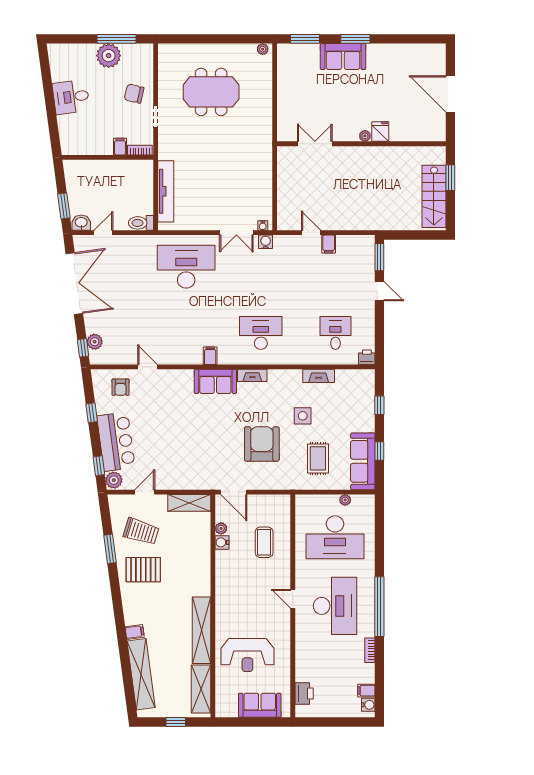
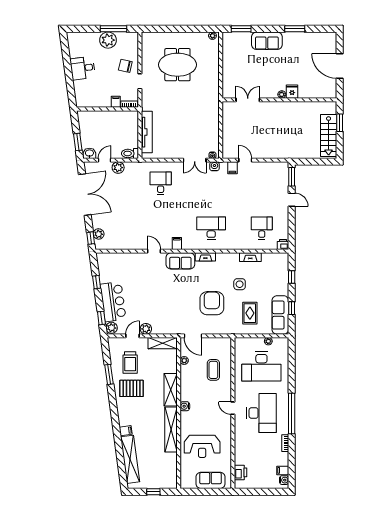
window: (355, 39) -> (295, 29), moved
plant: (123, 244) -> (118, 168), added
filing cabinet: (329, 244) -> (232, 168), moved
desk: (186, 267) -> (161, 183), width x0.53, depth x0.77
door: (148, 367) -> (154, 251), moved
armchair: (121, 387) -> (116, 265), removed
plant: (164, 482) -> (146, 329), added
trolley: (141, 531) -> (130, 363), turned 73
water cooler: (222, 542) -> (185, 406), moved
shelving: (201, 689) -> (171, 390), moved

